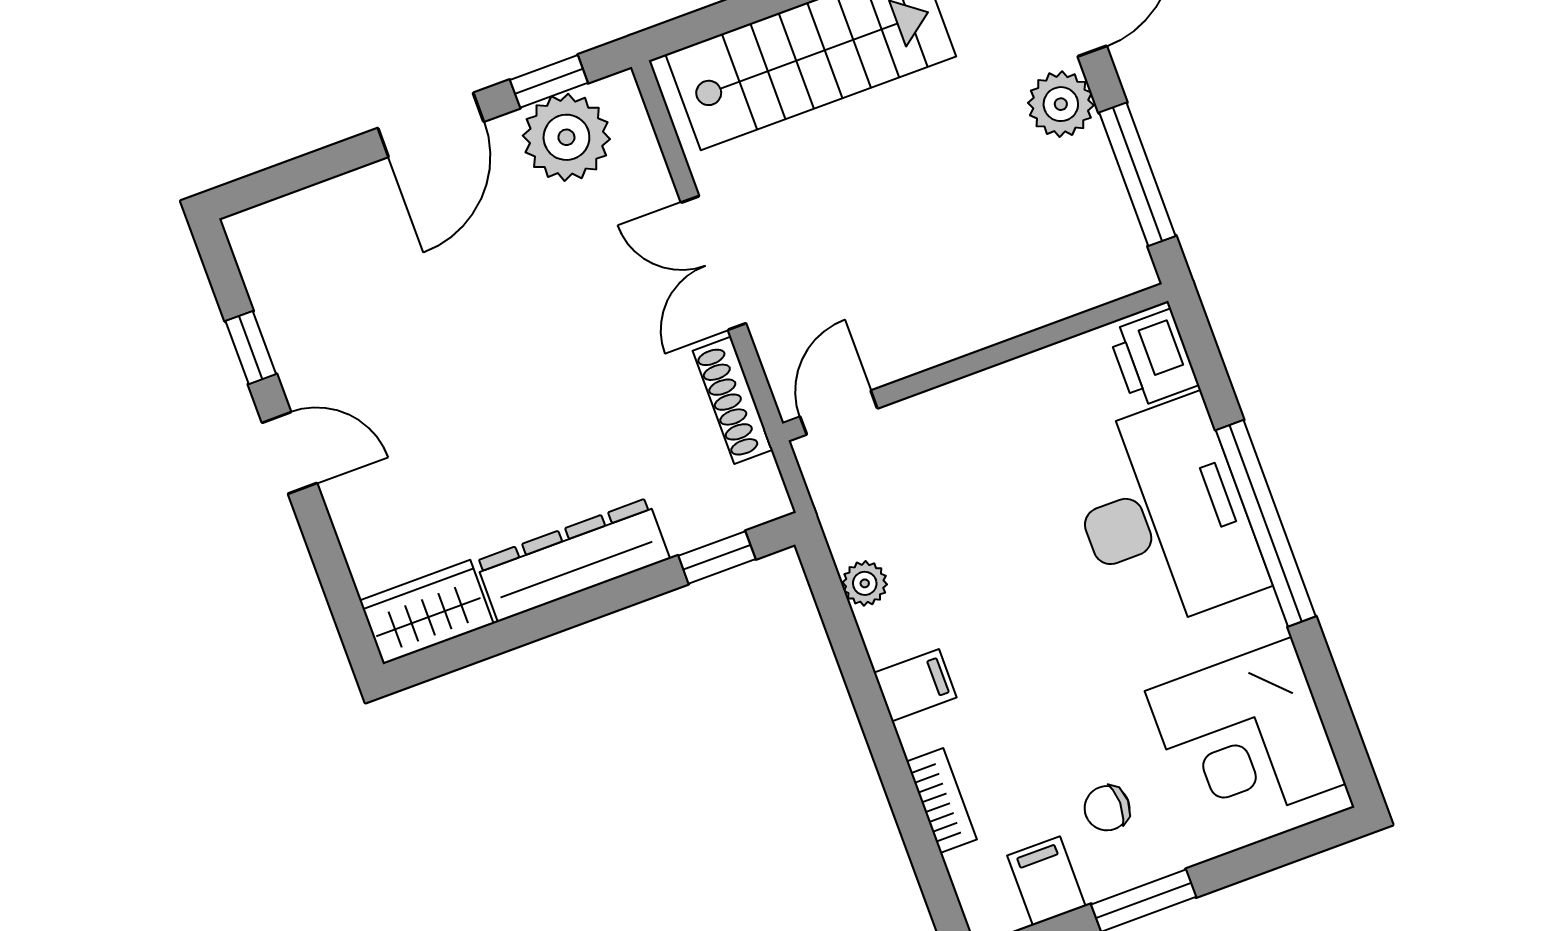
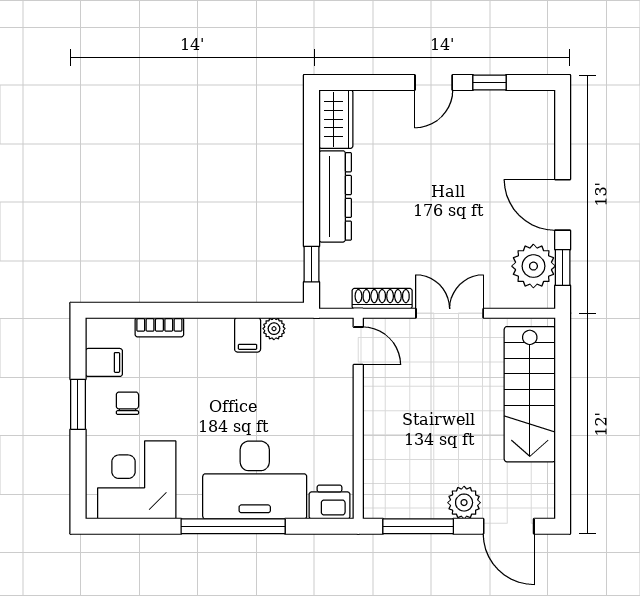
filing cabinet: (915, 685) -> (248, 335), moved

